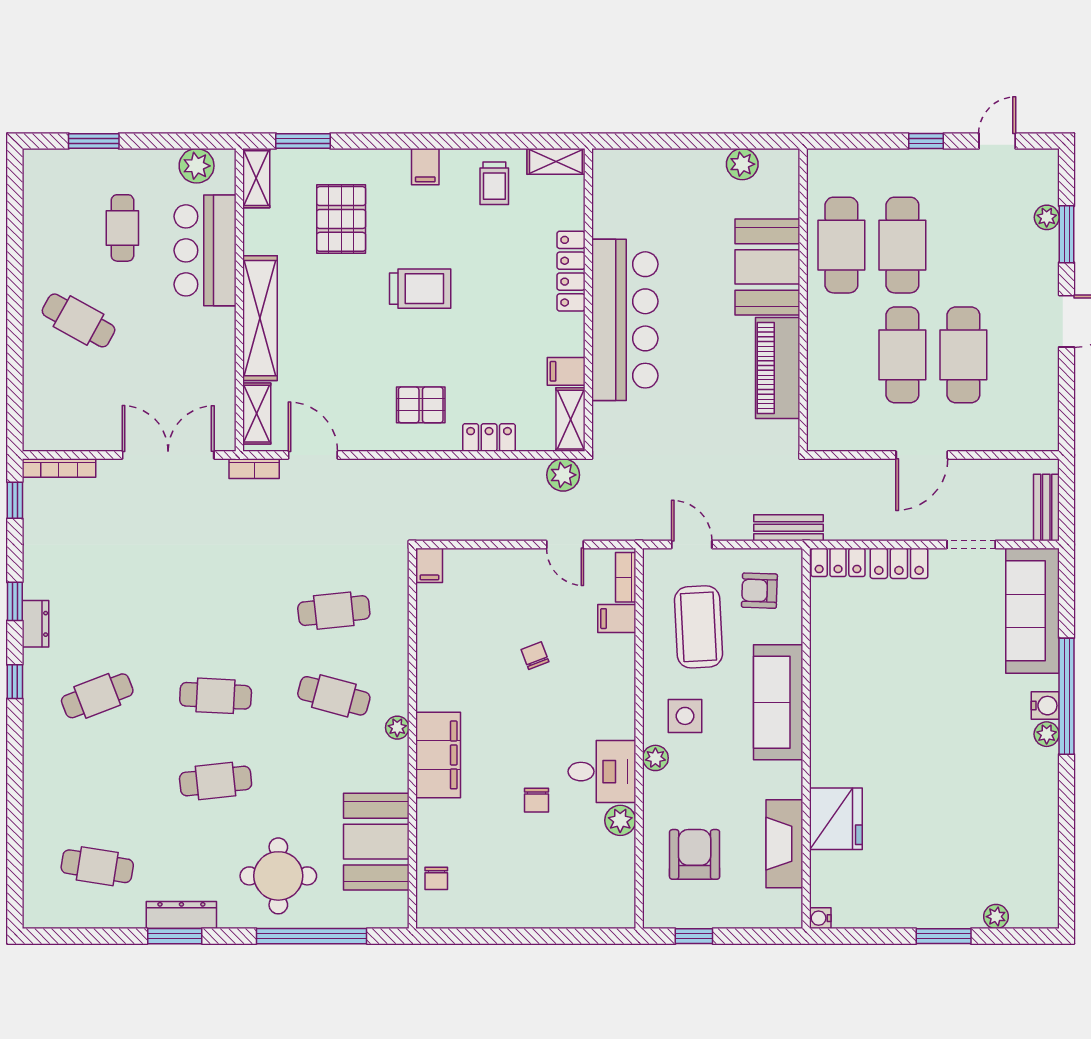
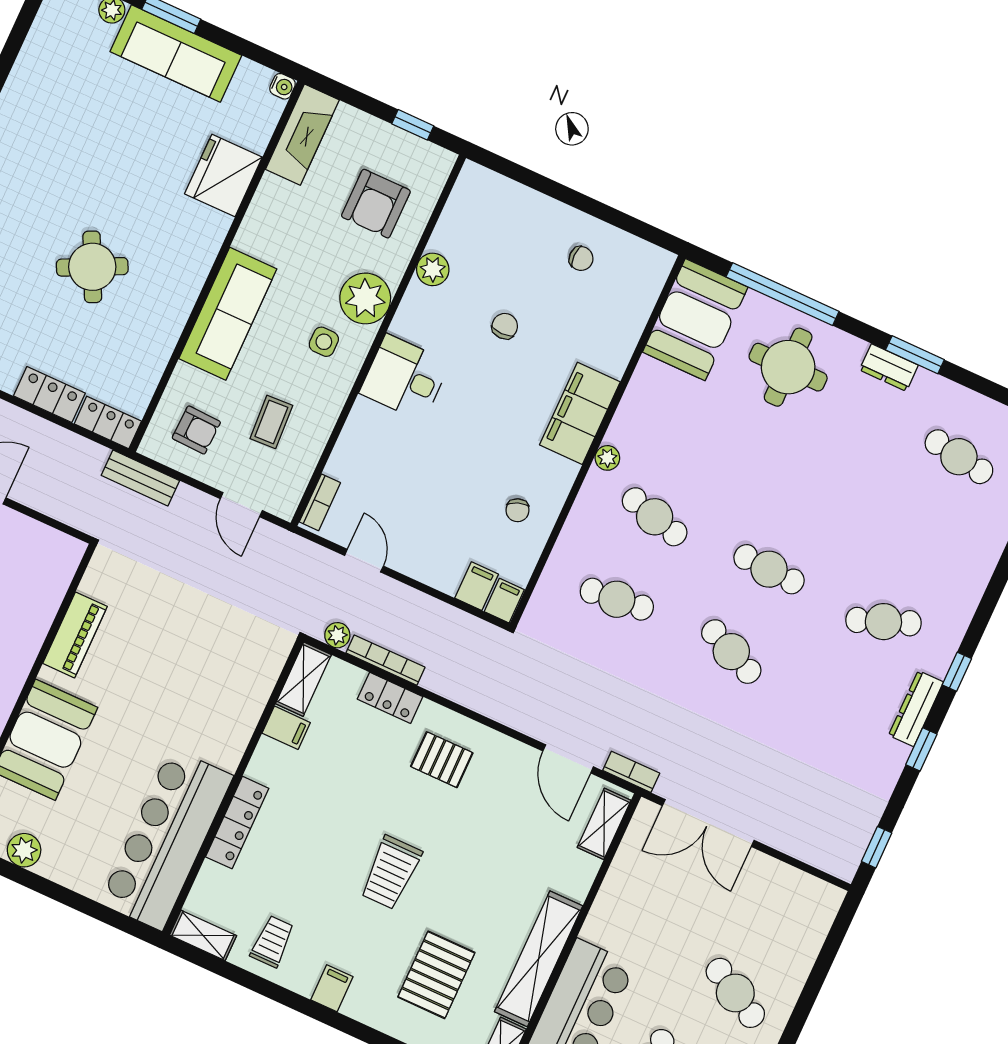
trolley: (420, 289) -> (391, 872), turned -90
shelving: (260, 318) -> (539, 959), moved
bar counter: (625, 320) -> (166, 839), moved
piano: (778, 368) -> (75, 635), width x0.73, depth x0.75
bookcase: (59, 468) -> (385, 660), moved
plant: (563, 475) -> (337, 635), width x0.73, depth x0.73
filing cabinet: (617, 619) -> (477, 586), moved, turned -90
dresser: (35, 624) -> (916, 709), width x1.44
coffee table: (698, 627) -> (271, 422), width x0.54, depth x0.58
chair: (535, 656) -> (518, 510), moved
round table: (912, 689) -> (92, 267), added
side table: (685, 716) -> (324, 342), width x0.73, depth x0.73
plant: (655, 758) -> (365, 298), width x1.87, depth x1.87
desk: (602, 772) -> (405, 378), moved
cafe table: (216, 781) -> (731, 652), moved, turned 30
booth: (376, 842) -> (695, 320), moved
fireplace: (784, 844) -> (302, 135), moved
chair: (436, 878) -> (581, 259), moved, turned 90
sofa: (924, 904) -> (176, 53), added
dresser: (181, 915) -> (889, 368), width x0.70

